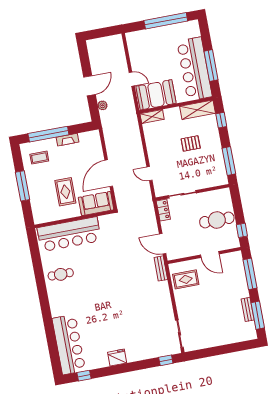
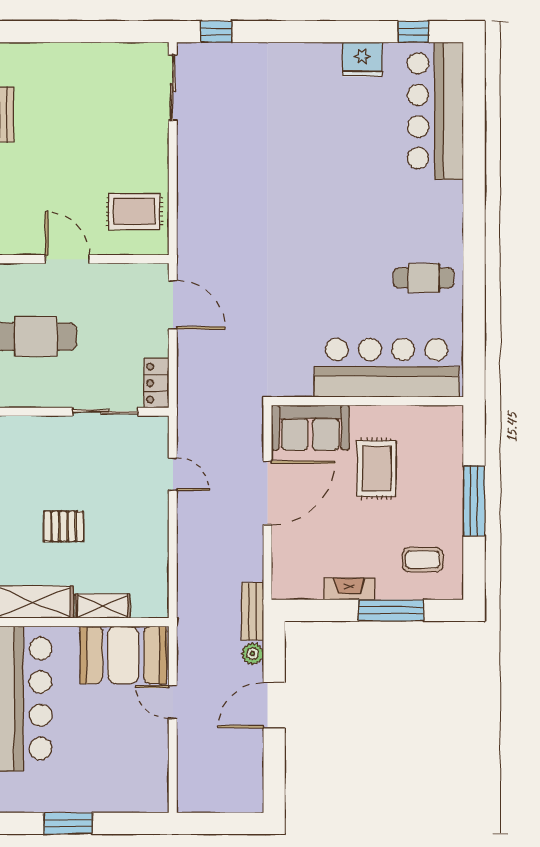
window: (166, 21) -> (68, 823), width x0.47
shelving: (152, 117) -> (102, 606), moved
window: (48, 134) -> (391, 610), width x0.68
bench: (161, 268) -> (253, 612), moved
fridge: (117, 358) -> (362, 59), moved

